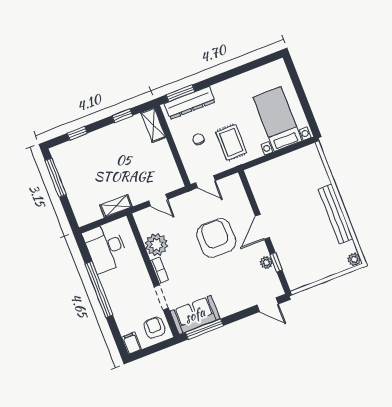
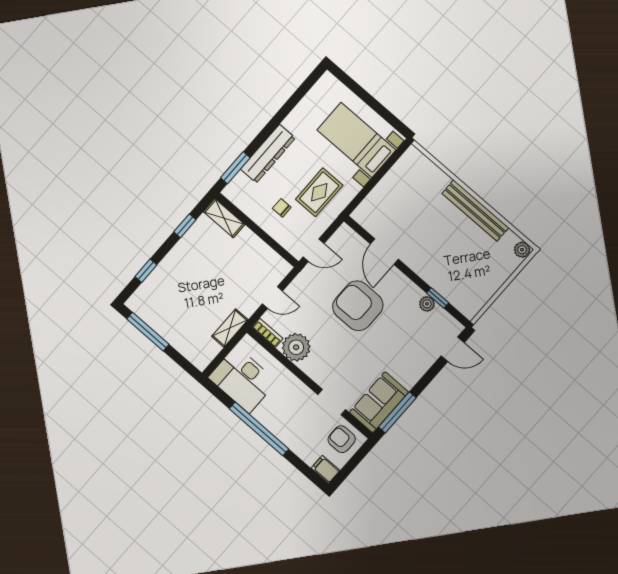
dresser: (190, 103) -> (268, 154), moved
rug: (231, 142) -> (319, 192), turned 90
door: (262, 227) -> (384, 252), moved
bookcase: (159, 270) -> (268, 333), moved

